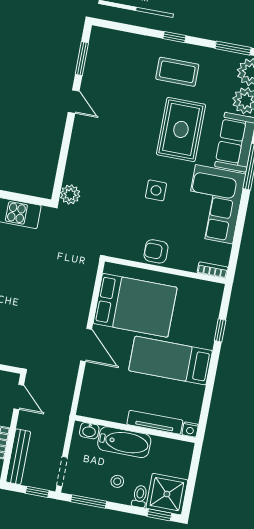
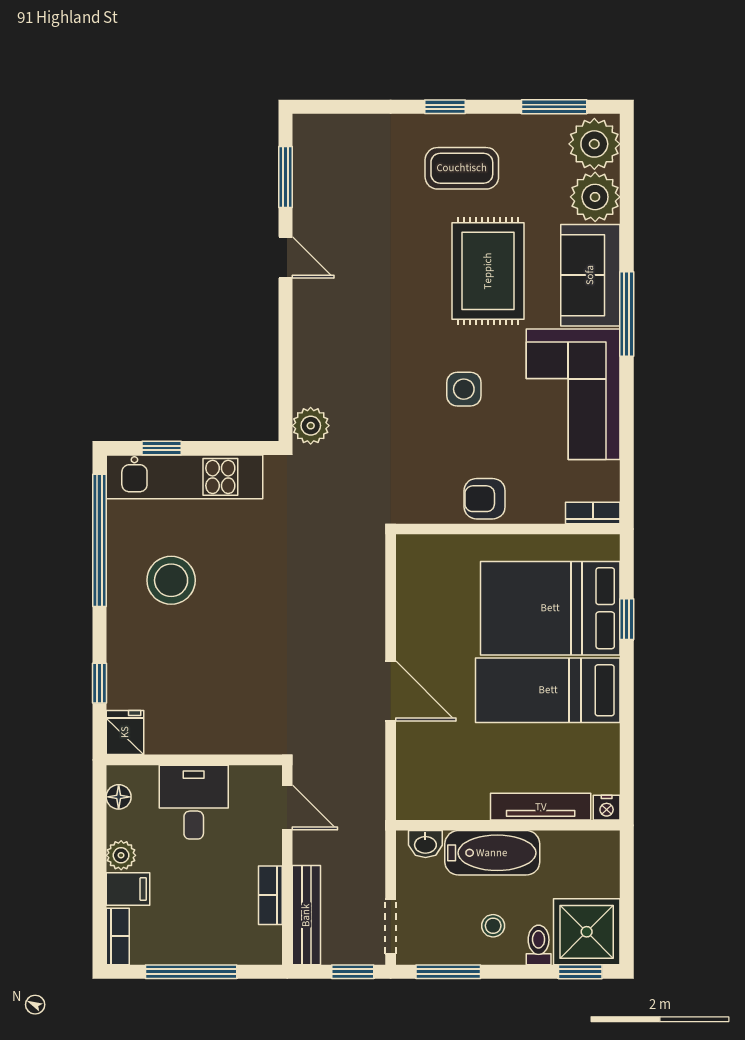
bed: (135, 305) -> (550, 608), moved, turned 180

